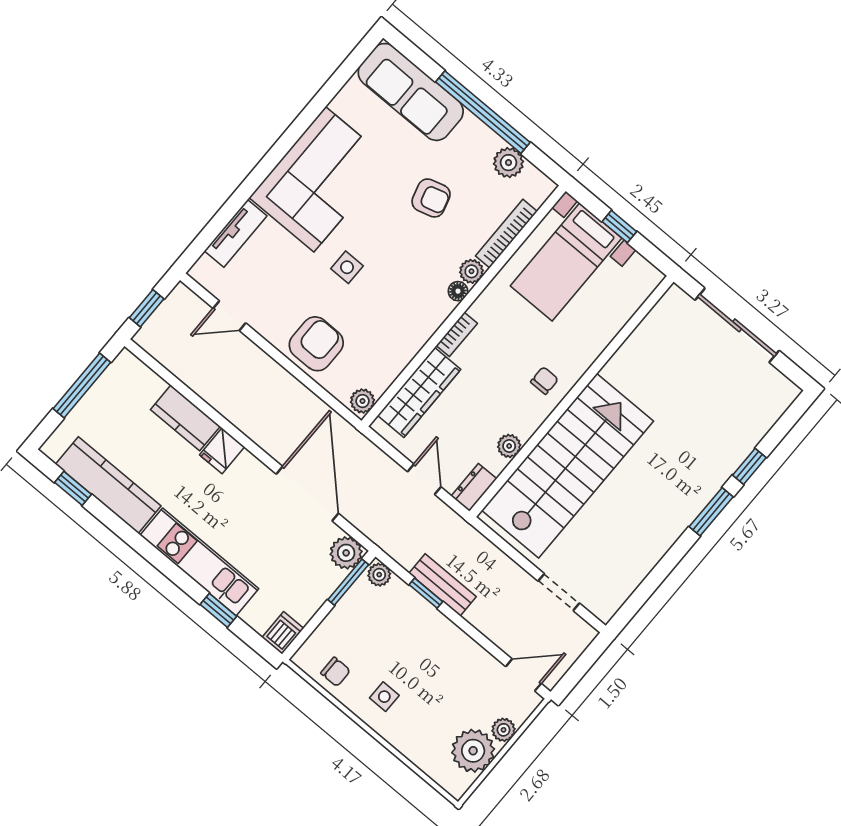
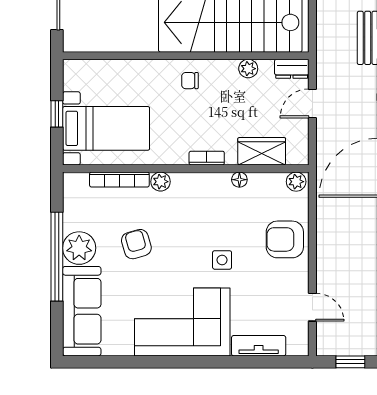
plant: (509, 163) -> (79, 248), moved, width x1.36, depth x1.36
floor lamp: (458, 291) -> (239, 180), moved
wardrobe: (419, 392) -> (262, 151), width x0.67

